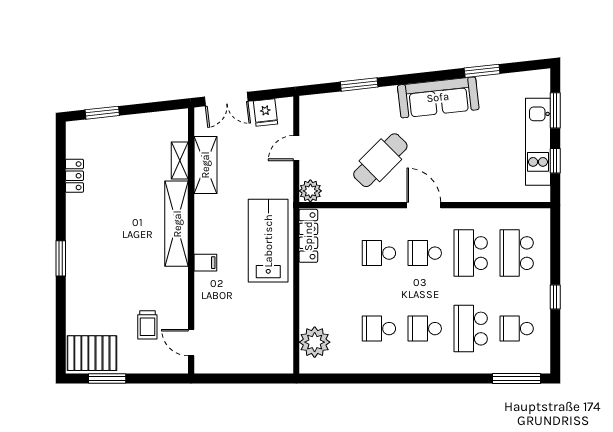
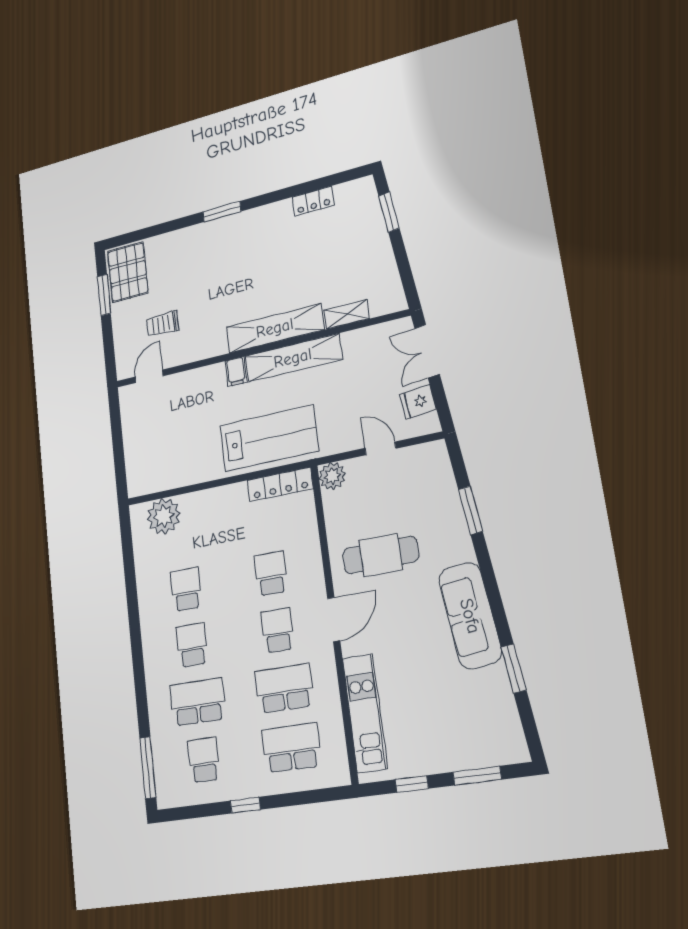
kitchen unit: (538, 142) -> (365, 713), moved, turned 90
cafe table: (380, 160) -> (381, 555), turned -45
shelving: (205, 165) -> (293, 358), moved, width x1.47

